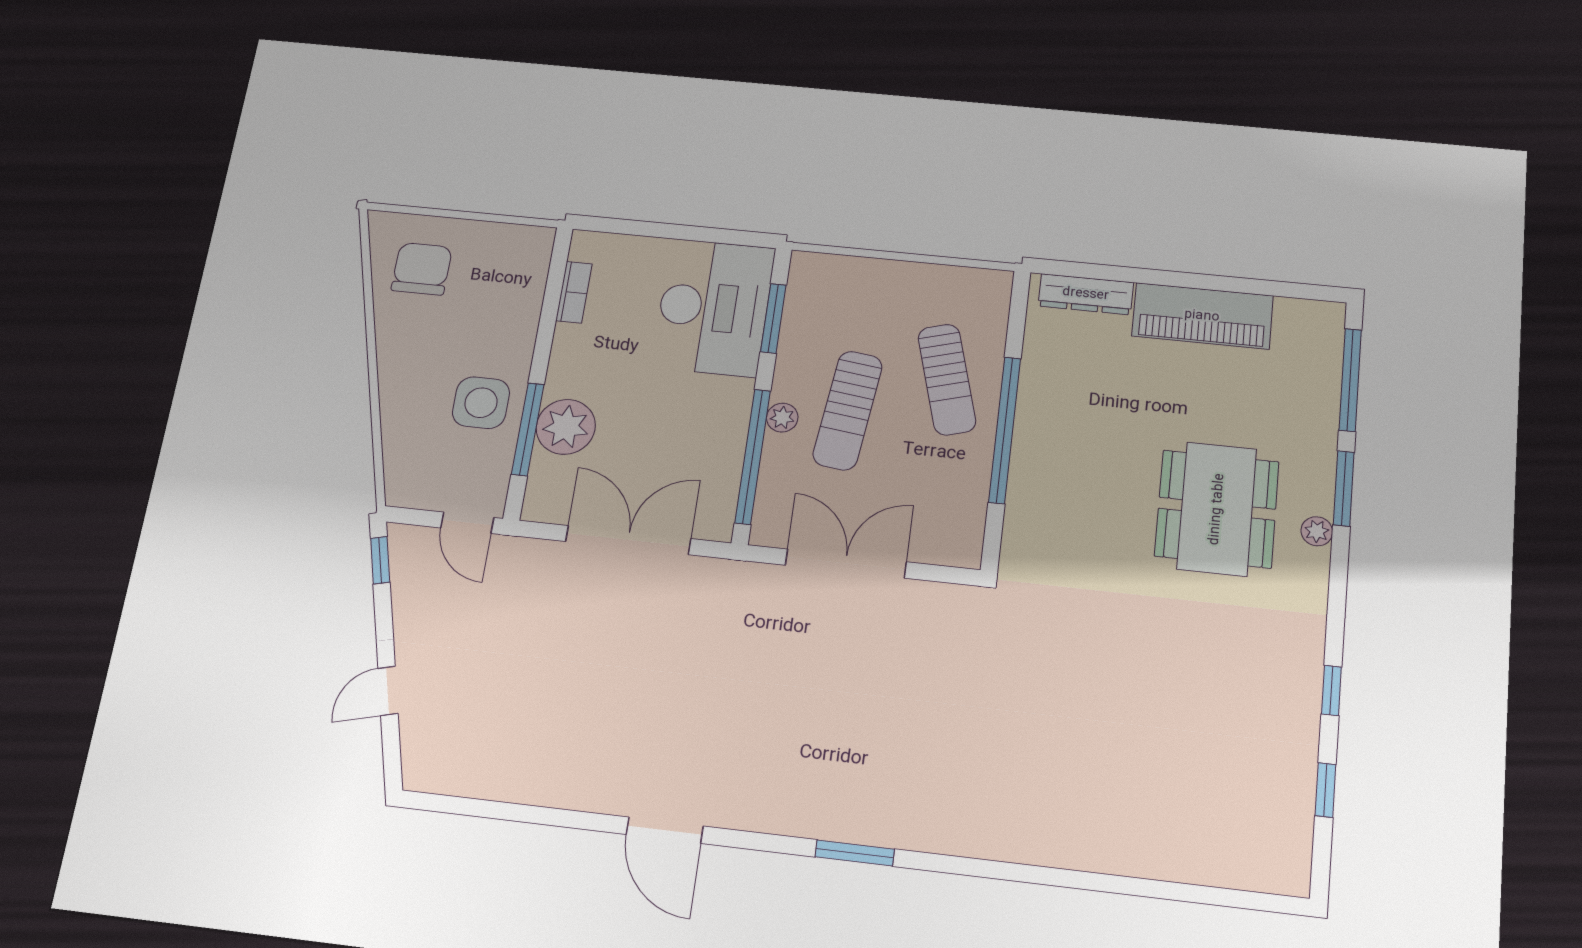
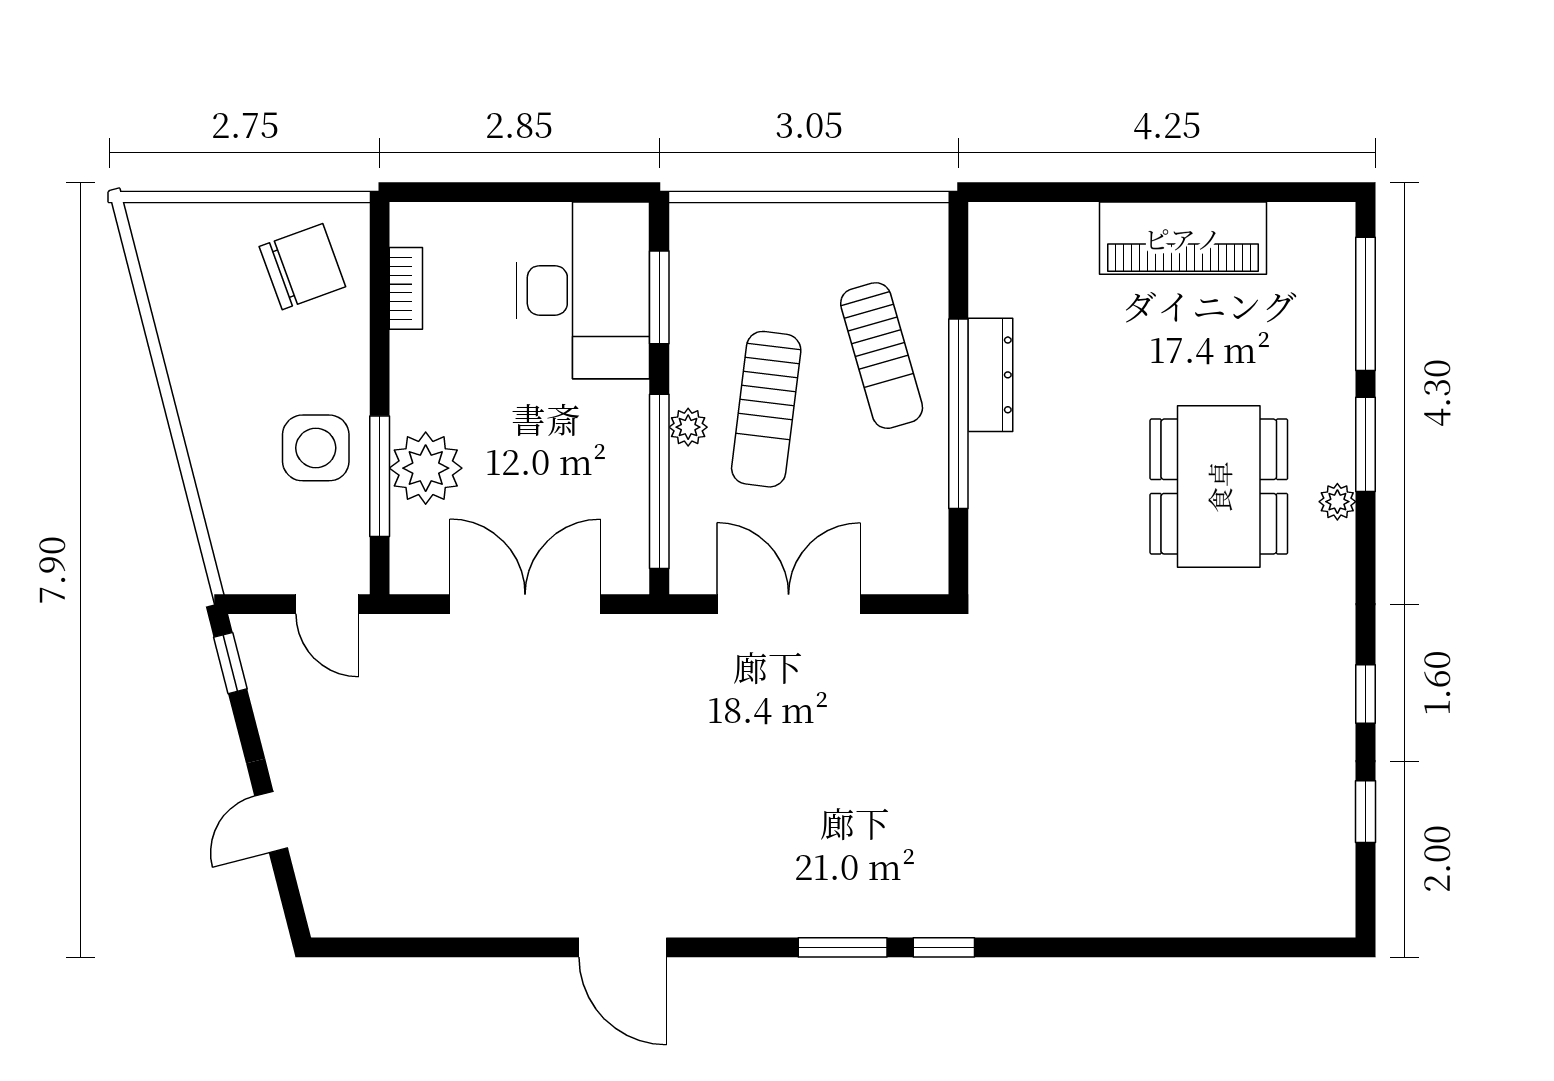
chair: (422, 269) -> (302, 267), moved, turned 70
dresser: (1086, 294) -> (990, 375), moved, turned -90
window: (943, 864) -> (944, 947), added

